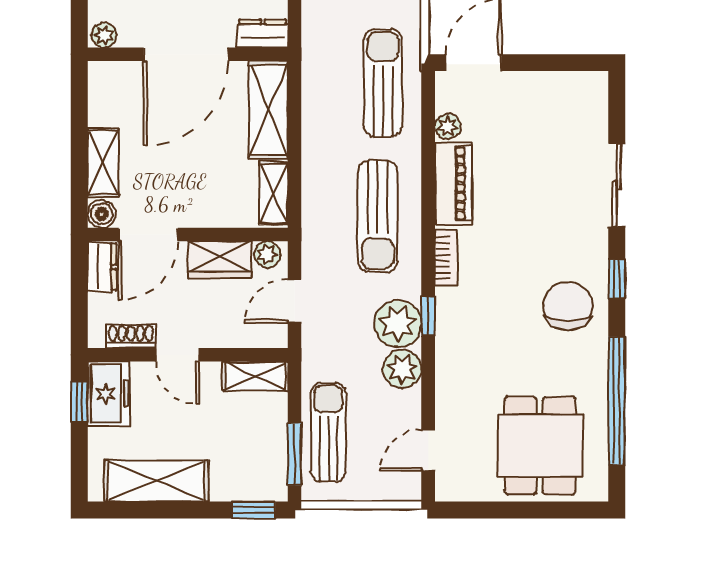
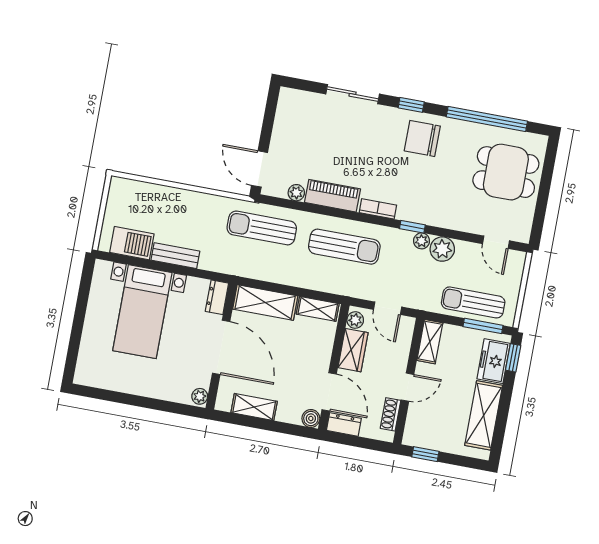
shelving: (103, 163) -> (254, 407), moved
plant: (398, 323) -> (422, 241), width x0.53, depth x0.53
freezer: (108, 394) -> (494, 361), moved, turned -90

